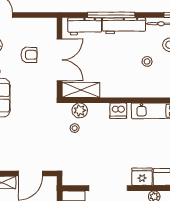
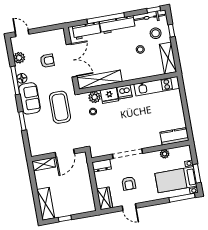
shelving: (81, 90) -> (100, 80), width x1.47
coffee table: (35, 116) -> (60, 107), added
fridge: (142, 177) -> (109, 95), moved, turned 180

